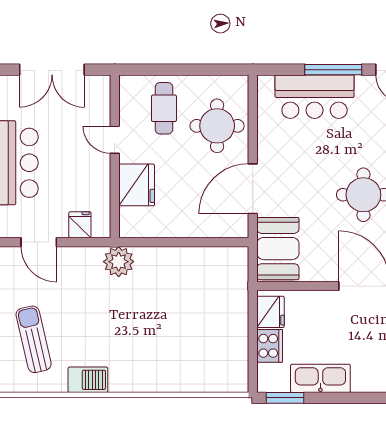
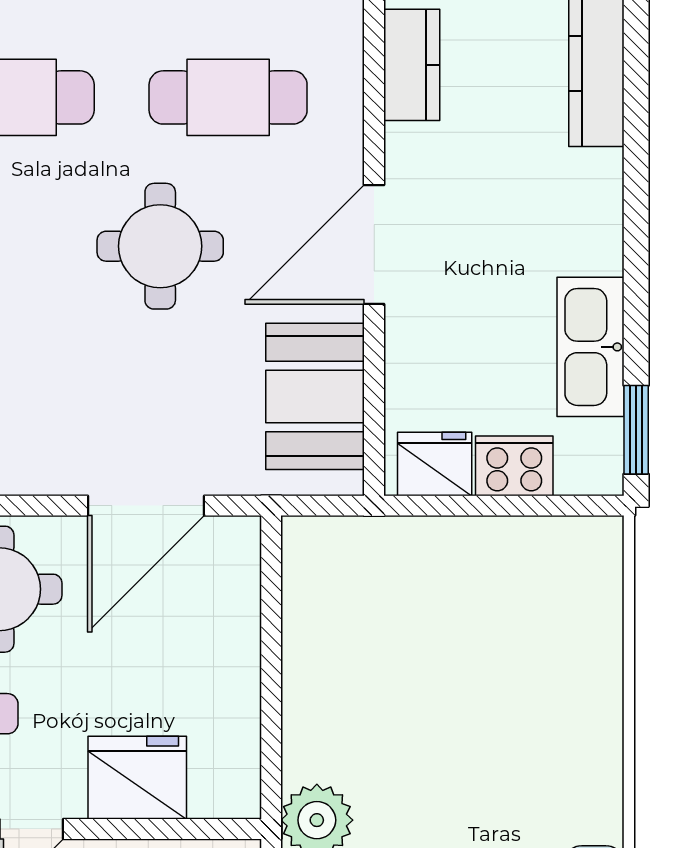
door: (253, 189) -> (146, 506), hinge flipped
booth: (278, 249) -> (315, 396), moved, turned 90

